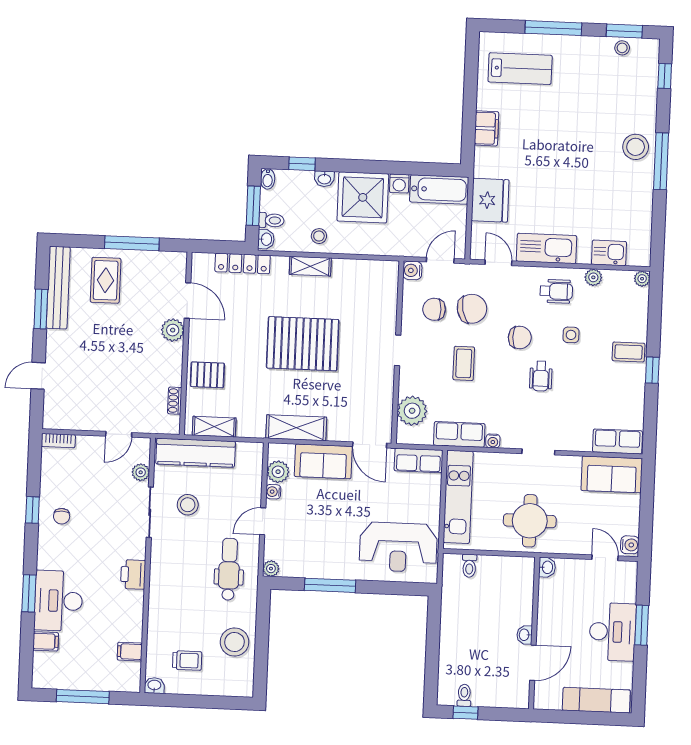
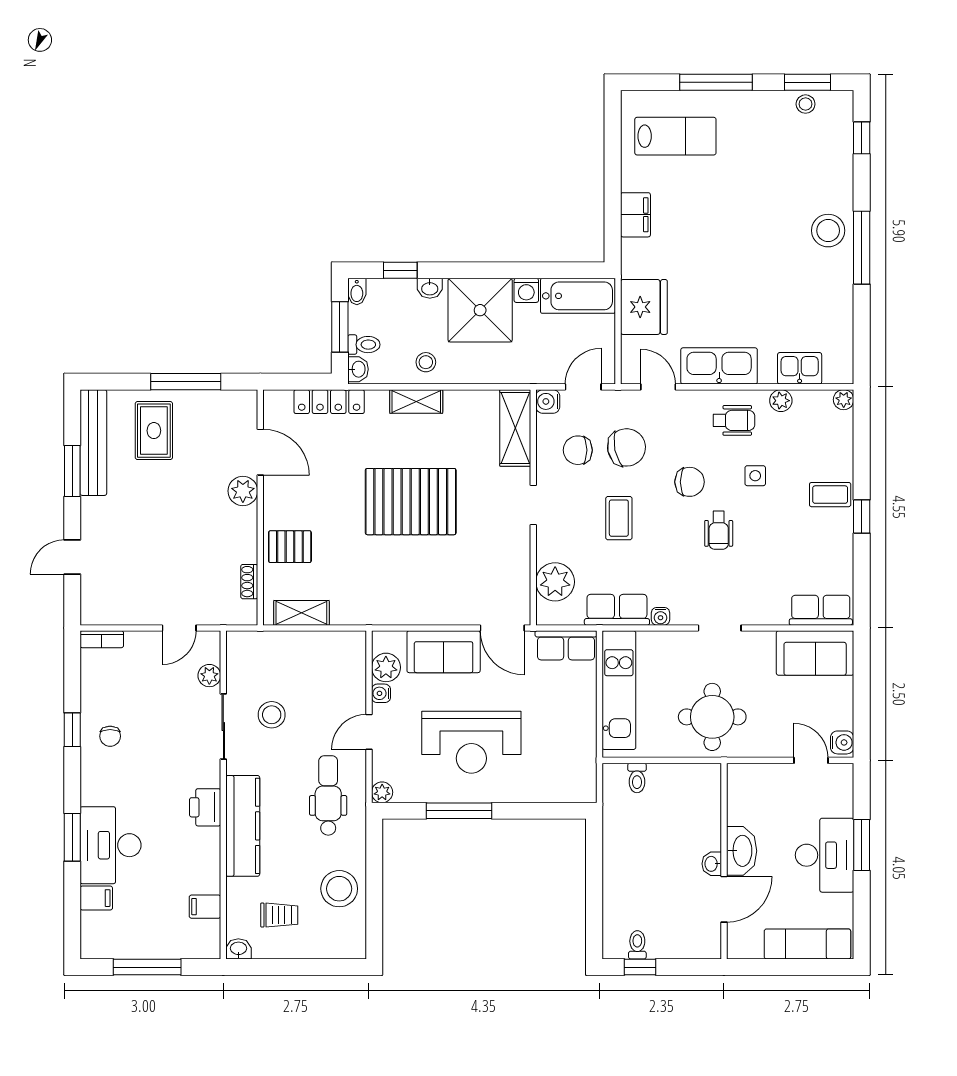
shelving: (296, 428) -> (515, 428), moved, turned 90
kitchen counter: (196, 453) -> (243, 826), moved, turned -90
reception desk: (398, 547) -> (471, 742), moved
washbasin: (547, 567) -> (742, 851), moved, width x1.91, depth x1.45

